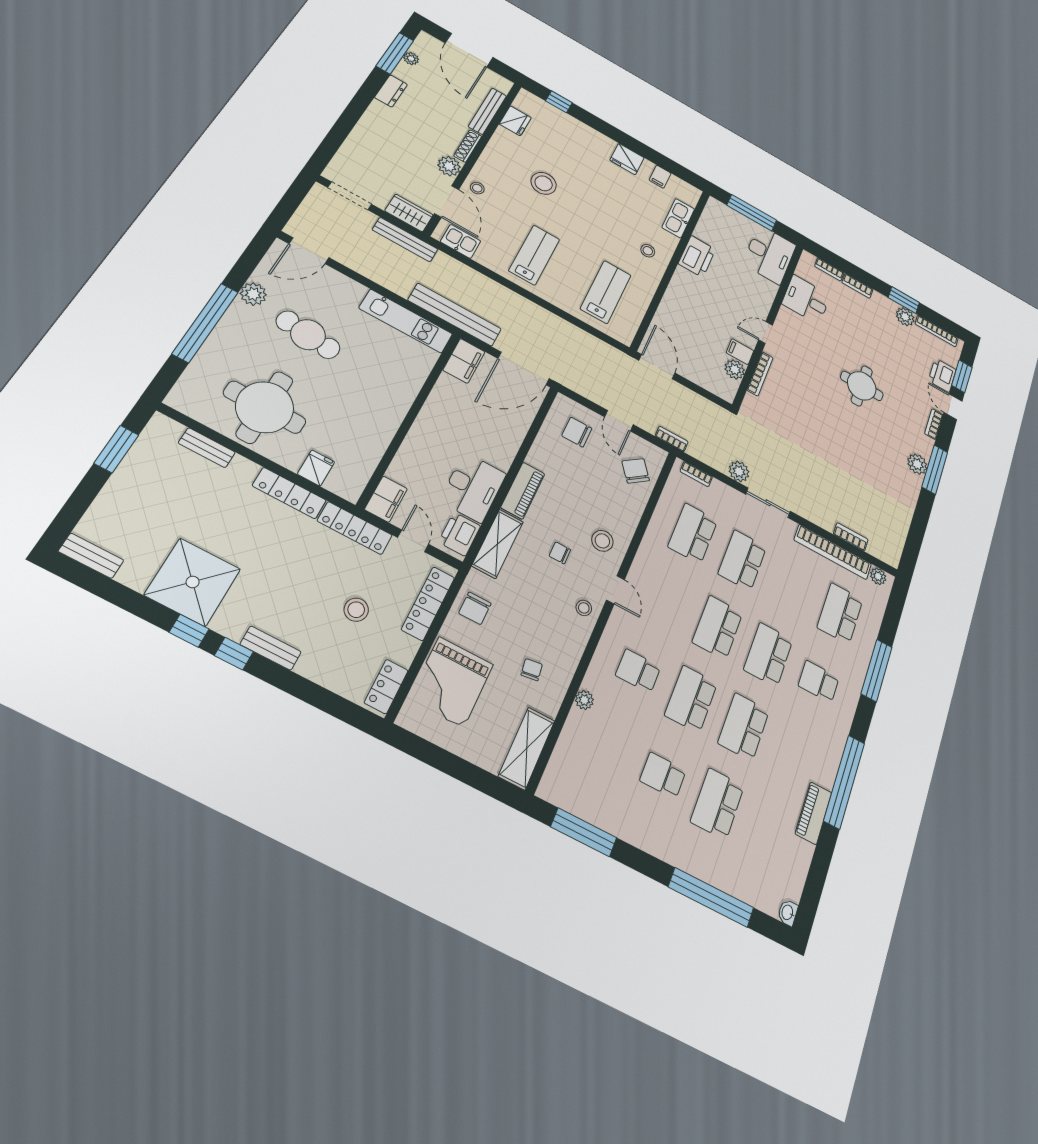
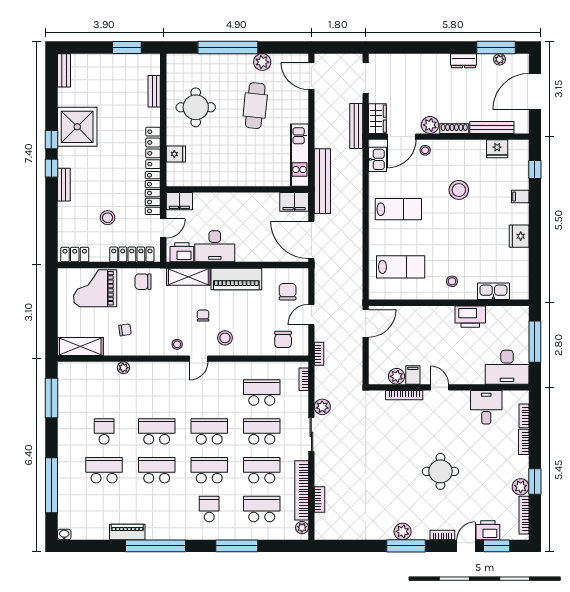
filing cabinet: (660, 177) -> (520, 196), moved
round table: (265, 407) -> (196, 107), width x0.73, depth x0.73
chair: (636, 471) -> (283, 339), turned 127
piano: (523, 491) -> (236, 279), width x1.37, depth x1.33
school desk: (638, 671) -> (262, 470), moved, width x1.85

